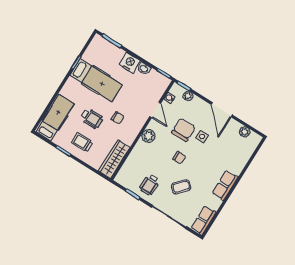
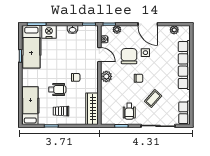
nightstand: (130, 63) -> (49, 32), moved
hospital bed: (96, 80) -> (31, 47), moved, turned 90
row of seats: (225, 185) -> (184, 65), width x2.02

